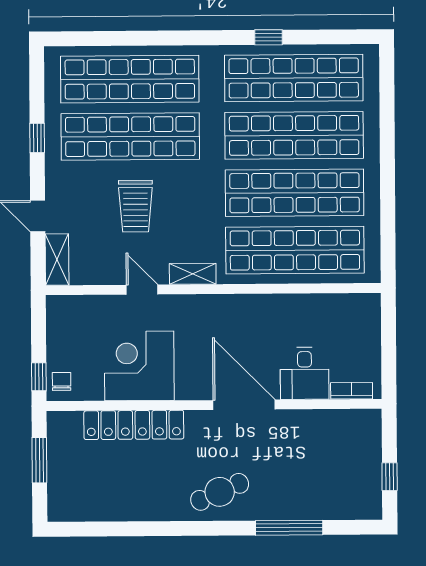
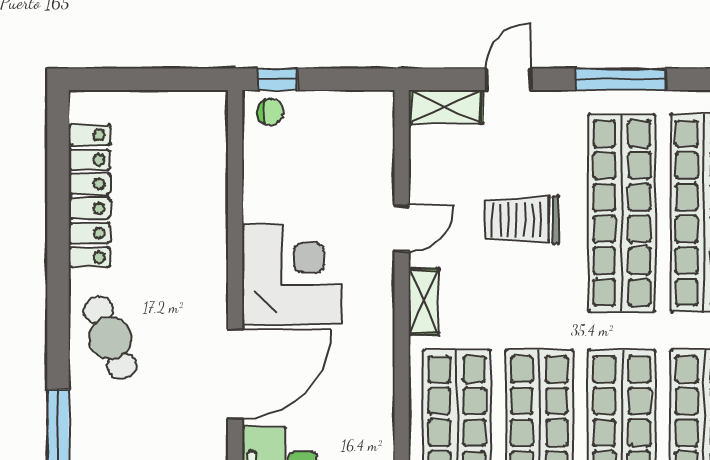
window: (37, 138) -> (621, 79), width x2.17
corner desk: (139, 366) -> (292, 275), moved
locker: (134, 425) -> (89, 196), moved, turned 180
window: (39, 460) -> (157, 79), removed

